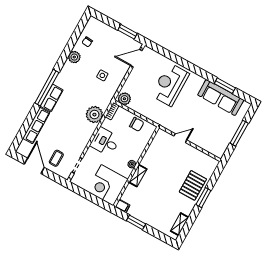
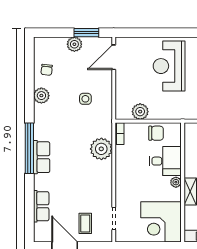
plant: (115, 35) -> (74, 44), added
plant: (124, 99) -> (140, 112), moved
row of seats: (36, 126) -> (41, 206), width x0.68
desk: (105, 142) -> (165, 161), moved, turned 180

